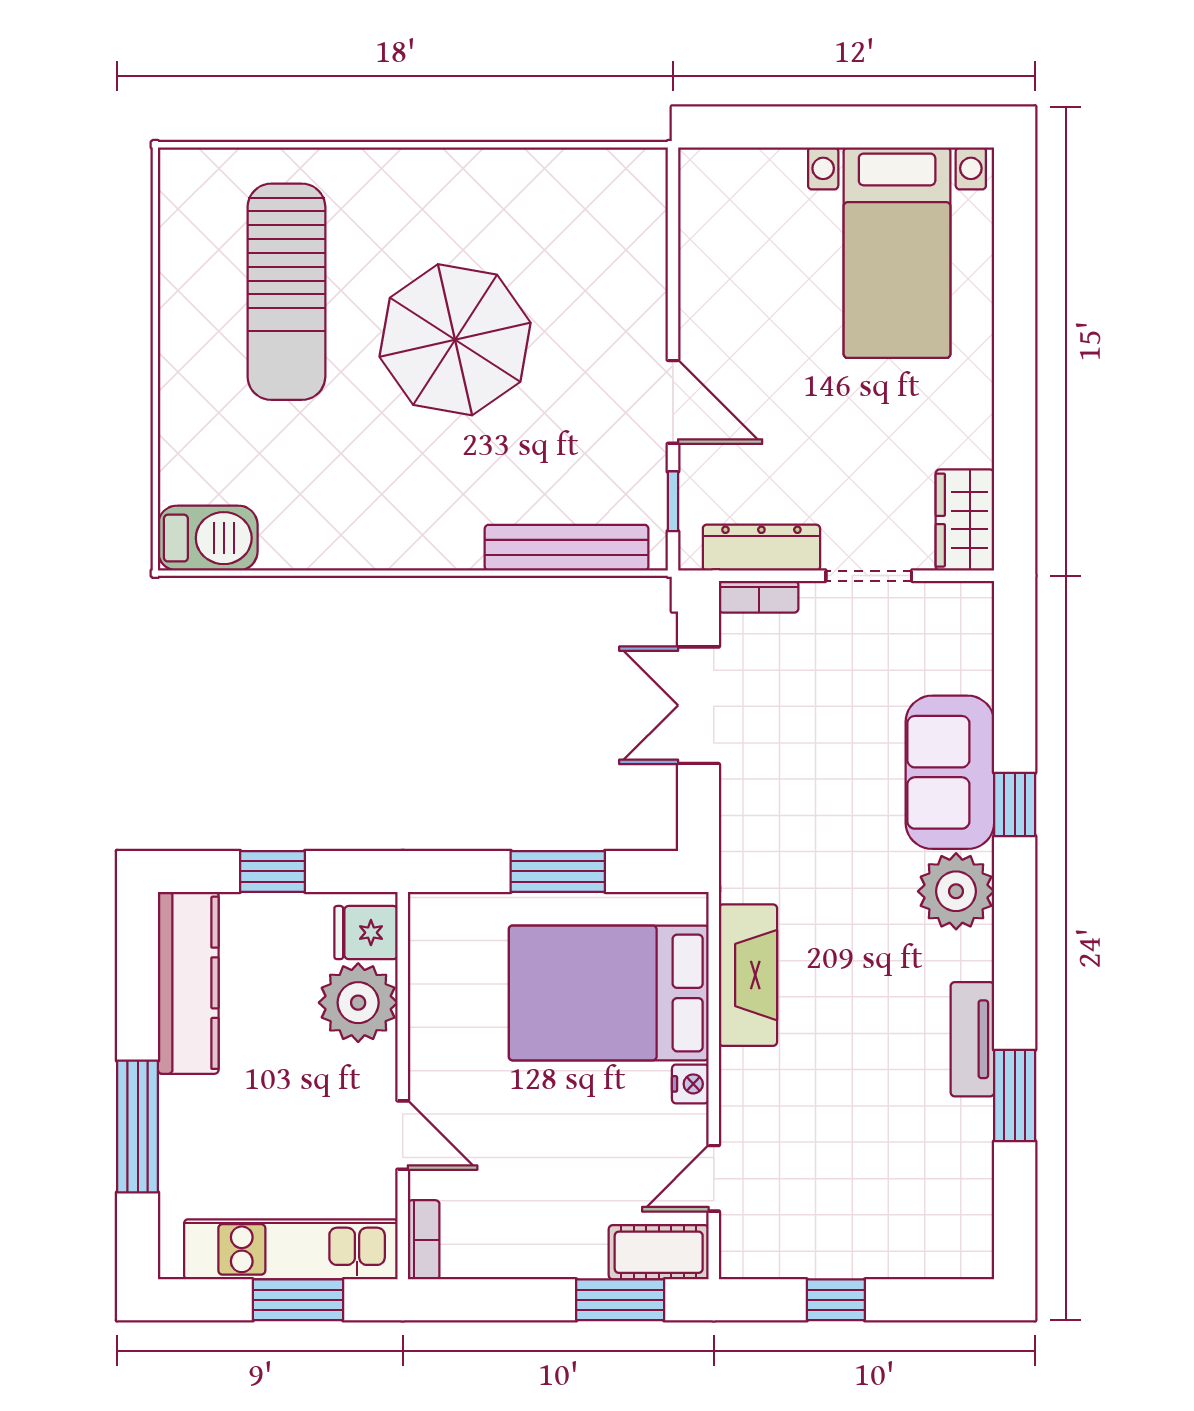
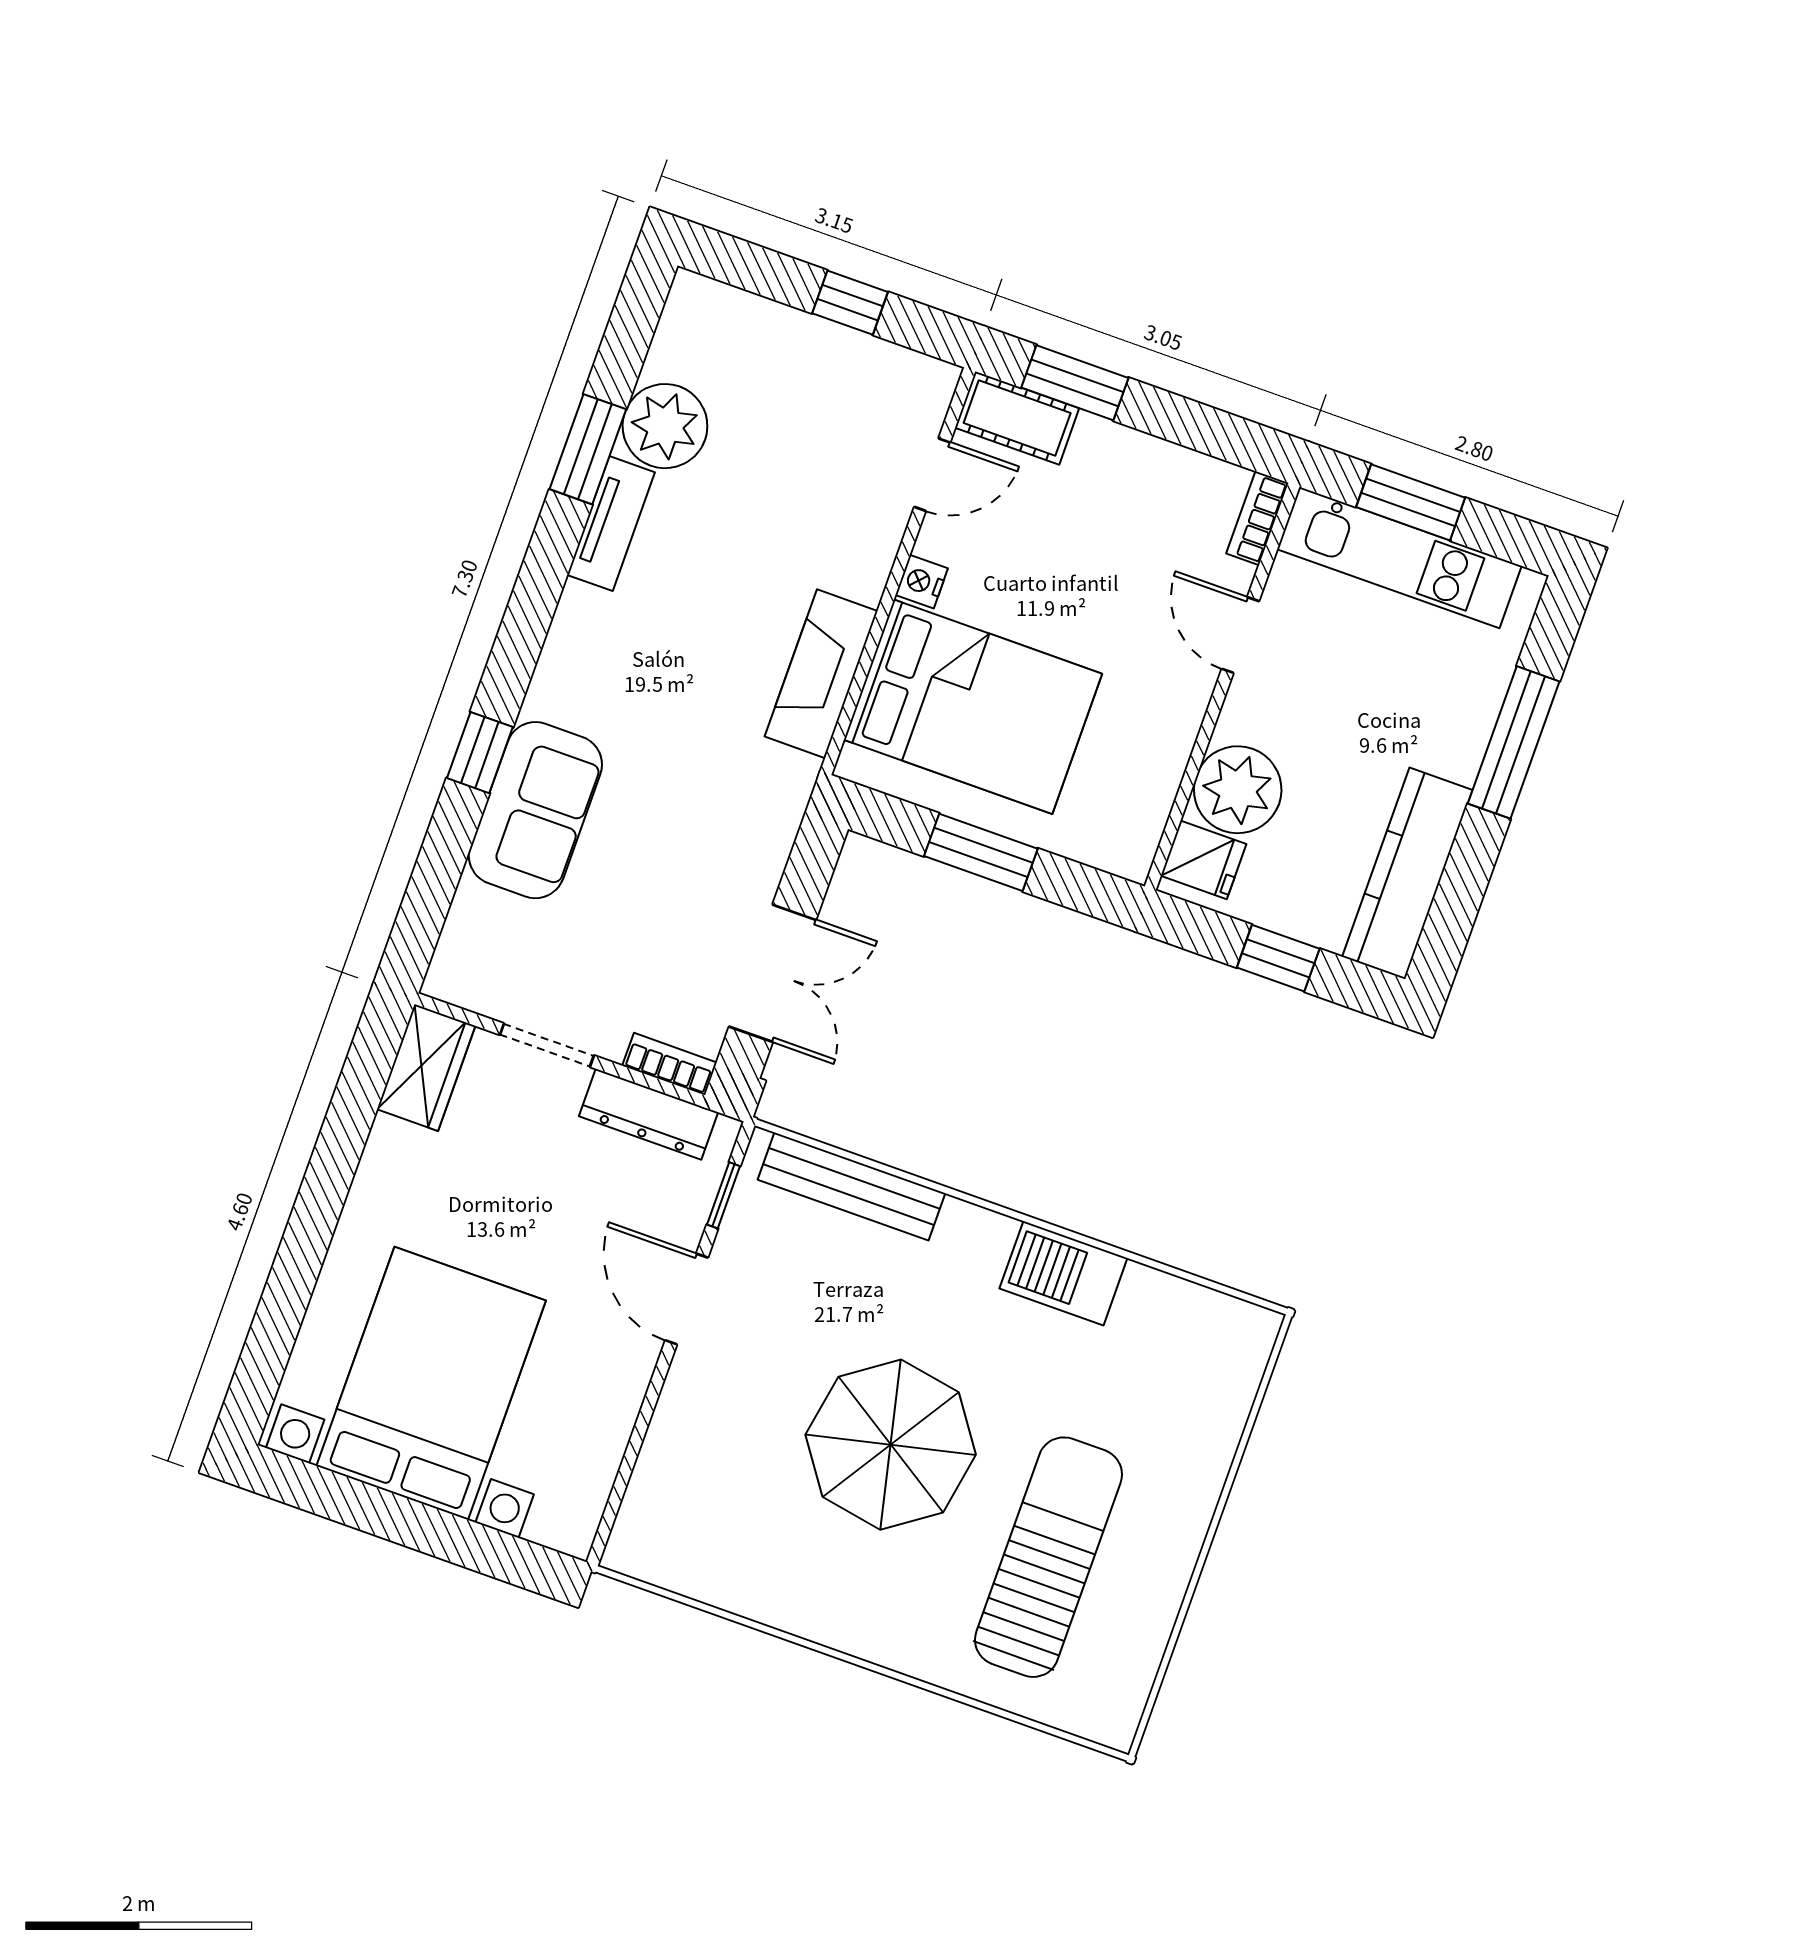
bed with nightstands: (897, 253) -> (431, 1383), width x1.36
barbecue: (208, 538) -> (1063, 1273), moved
plant: (956, 891) -> (665, 426), moved

